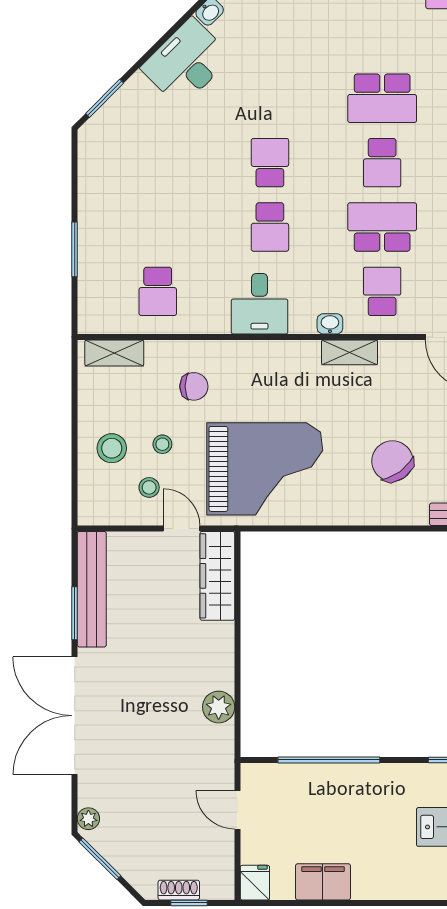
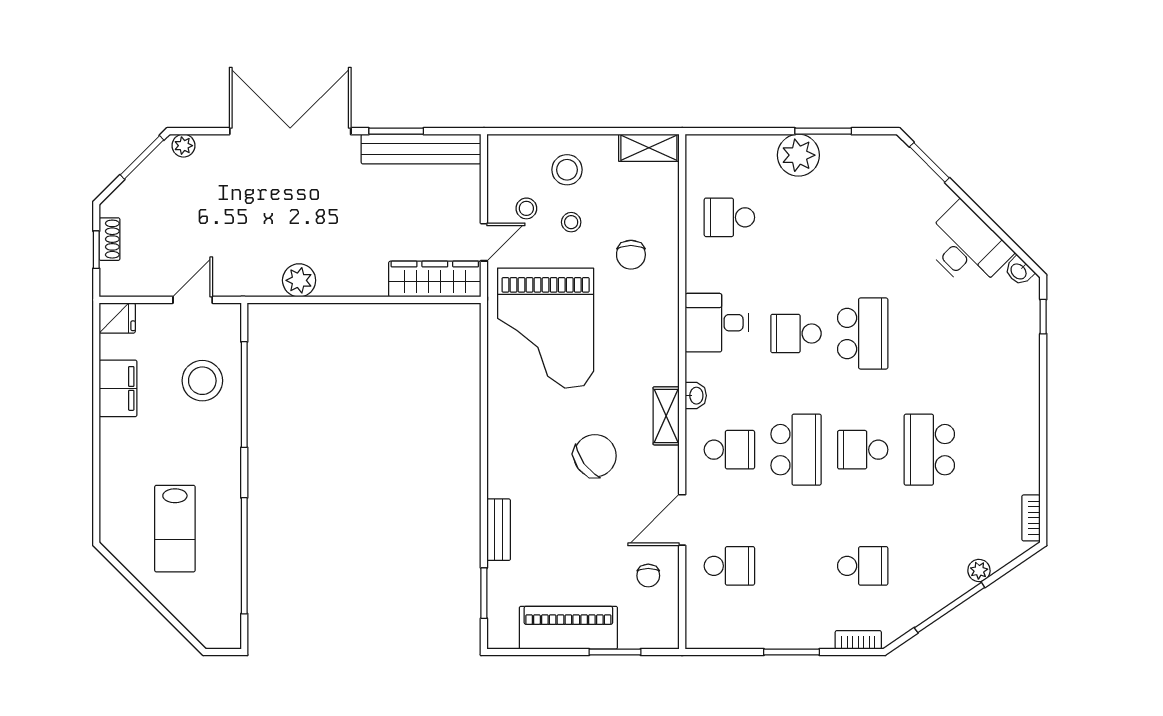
school desk: (270, 163) -> (863, 333), width x1.85
plant: (98, 225) -> (798, 155), added
window: (75, 249) -> (823, 131), moved
shelving: (114, 353) -> (649, 148), moved, turned 90
chair: (392, 461) -> (595, 456), moved
stool: (316, 800) -> (202, 381), added

